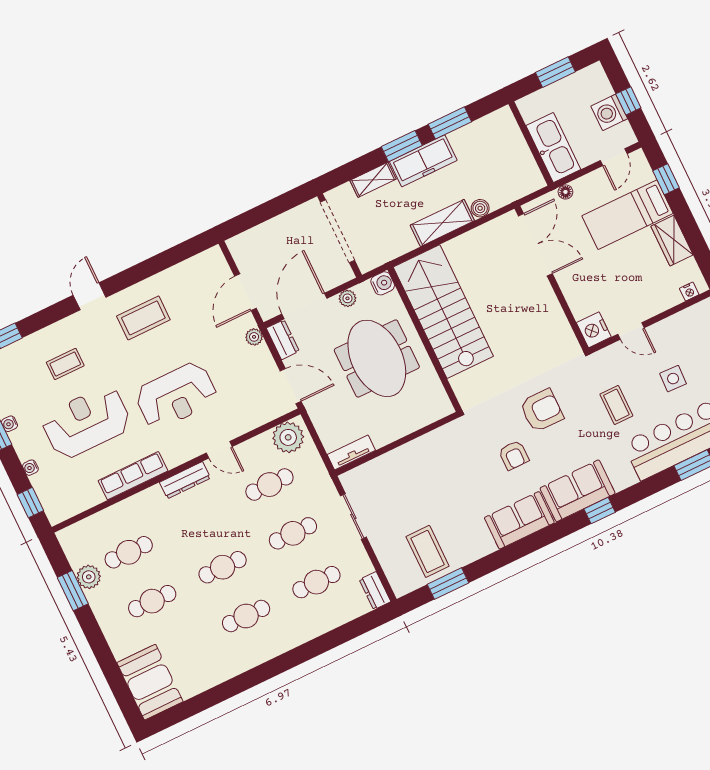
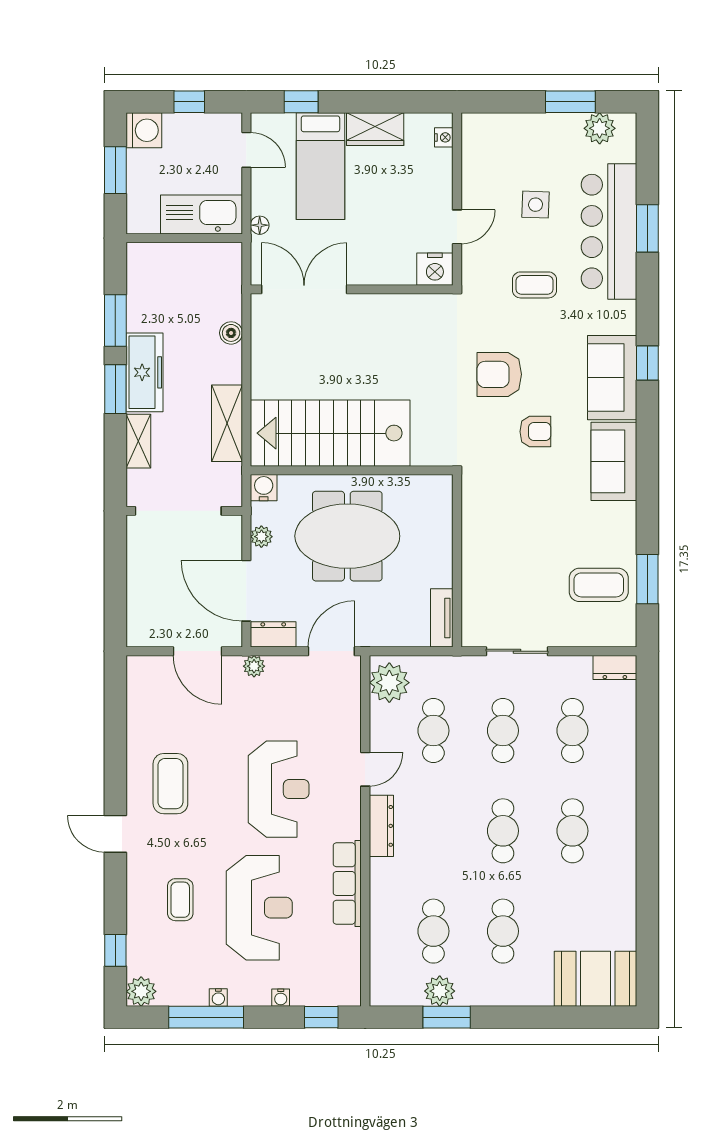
washing machine: (609, 112) -> (144, 130), moved, turned -90
shelving: (442, 223) -> (227, 423), moved
armchair: (542, 410) -> (499, 374), turned -90
reception desk: (86, 422) -> (259, 908), turned 180

